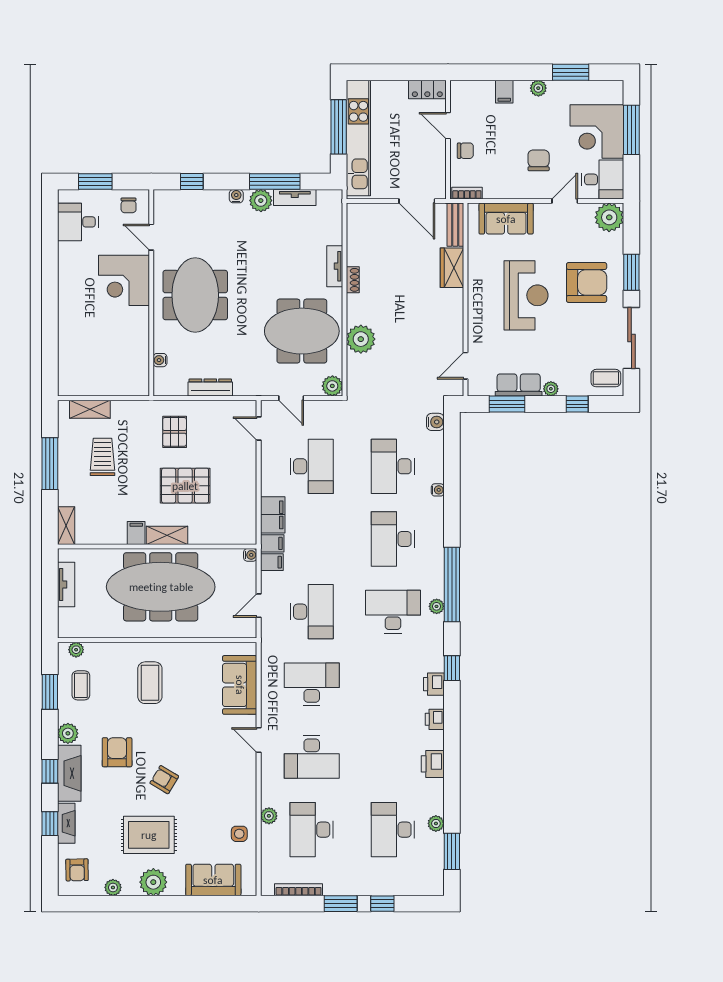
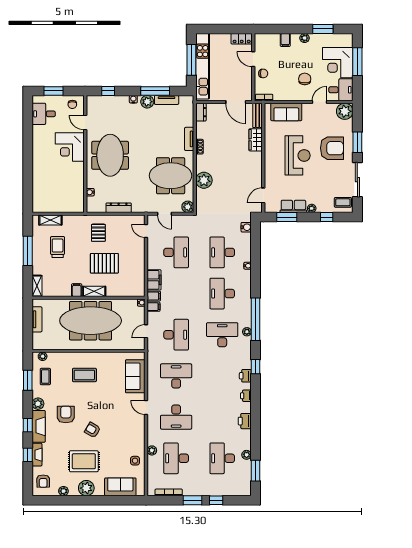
dresser: (355, 219) -> (201, 112), added
coffee table: (150, 683) -> (84, 375), turned 90

